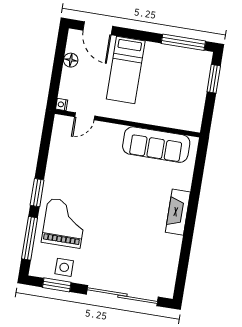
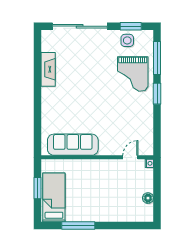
door: (98, 28) -> (131, 225), removed
window: (183, 42) -> (78, 225), moved
bed: (126, 70) -> (54, 197), moved
window: (214, 79) -> (37, 188), moved
fireplace: (178, 212) -> (48, 69), moved

